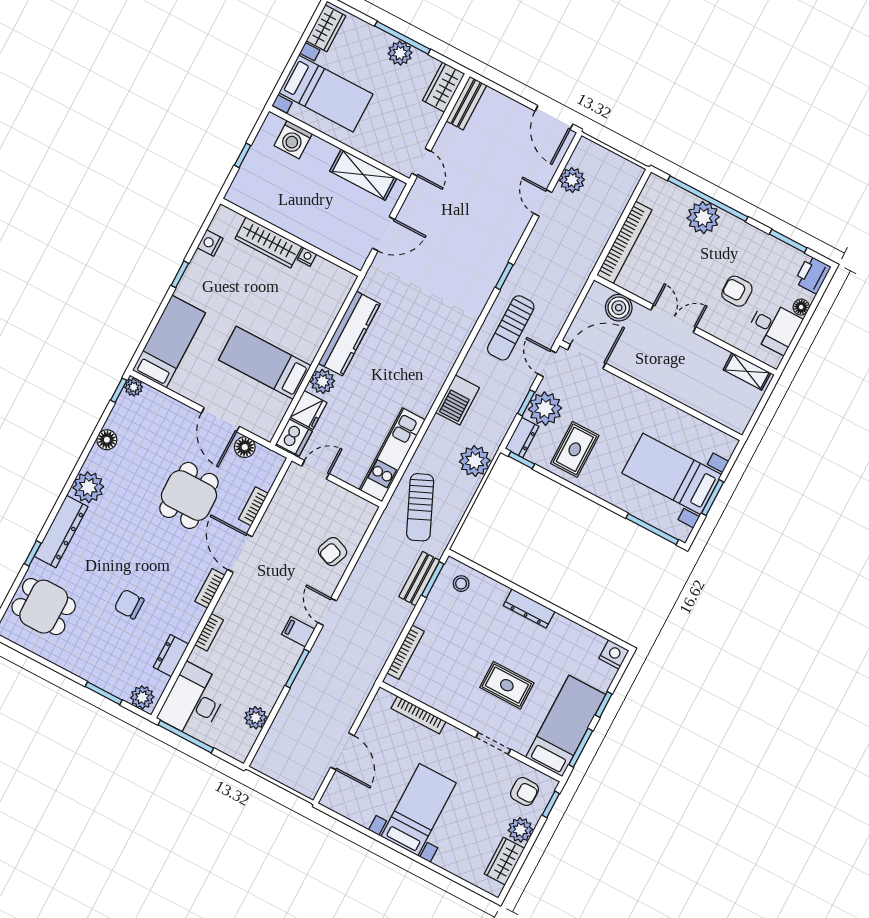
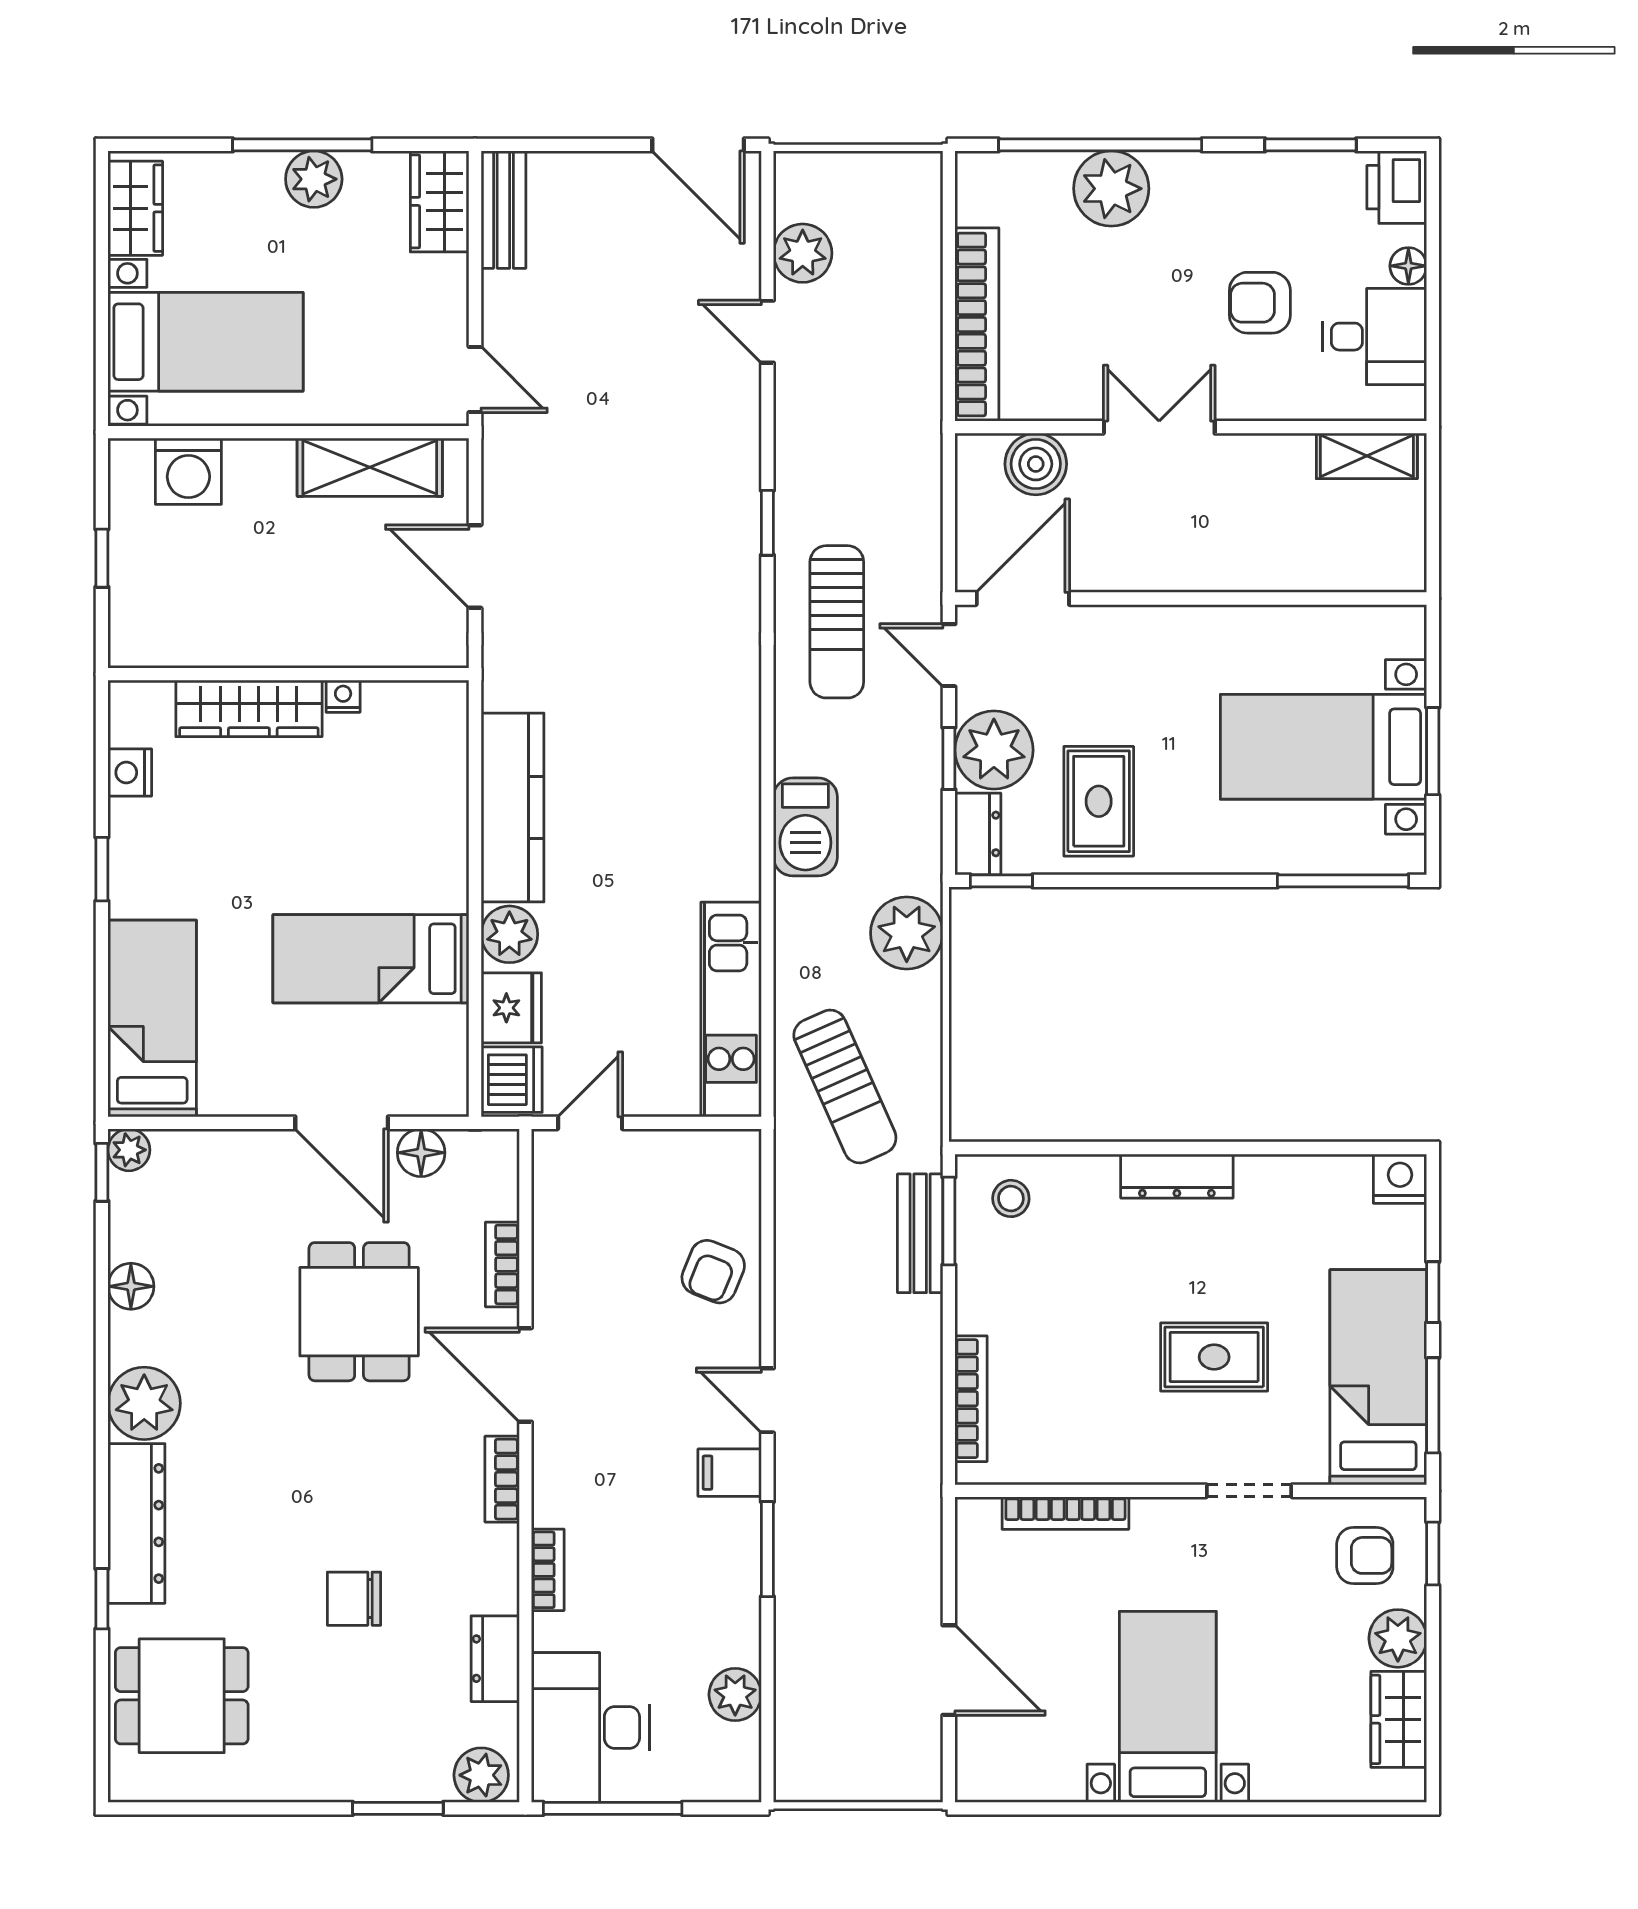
door: (384, 234) -> (475, 567), swing flipped

